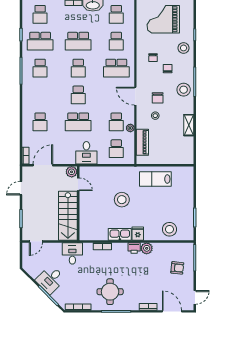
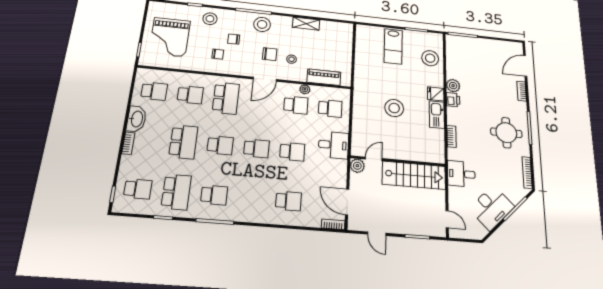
school desk: (78, 122) -> (292, 152), width x0.54
lab bench: (155, 179) -> (393, 46), moved
armchair: (177, 268) -> (475, 55), removed
desk: (50, 280) -> (492, 208), width x1.37
door: (195, 297) -> (508, 40), removed

